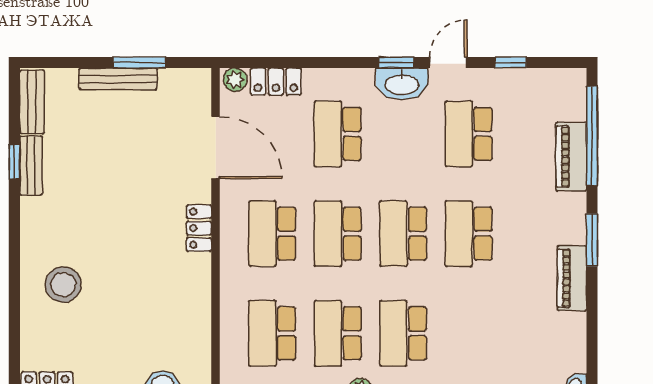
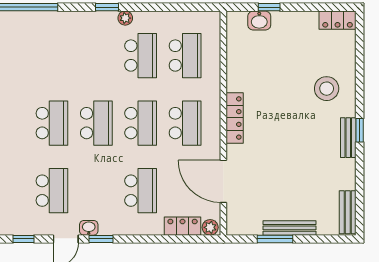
washbasin: (402, 84) -> (89, 228), width x0.52, depth x0.69
window: (14, 162) -> (360, 130), moved
bench: (31, 166) -> (348, 138), moved
locker: (199, 228) -> (235, 118), width x1.53
school desk: (403, 333) -> (96, 56), removed

